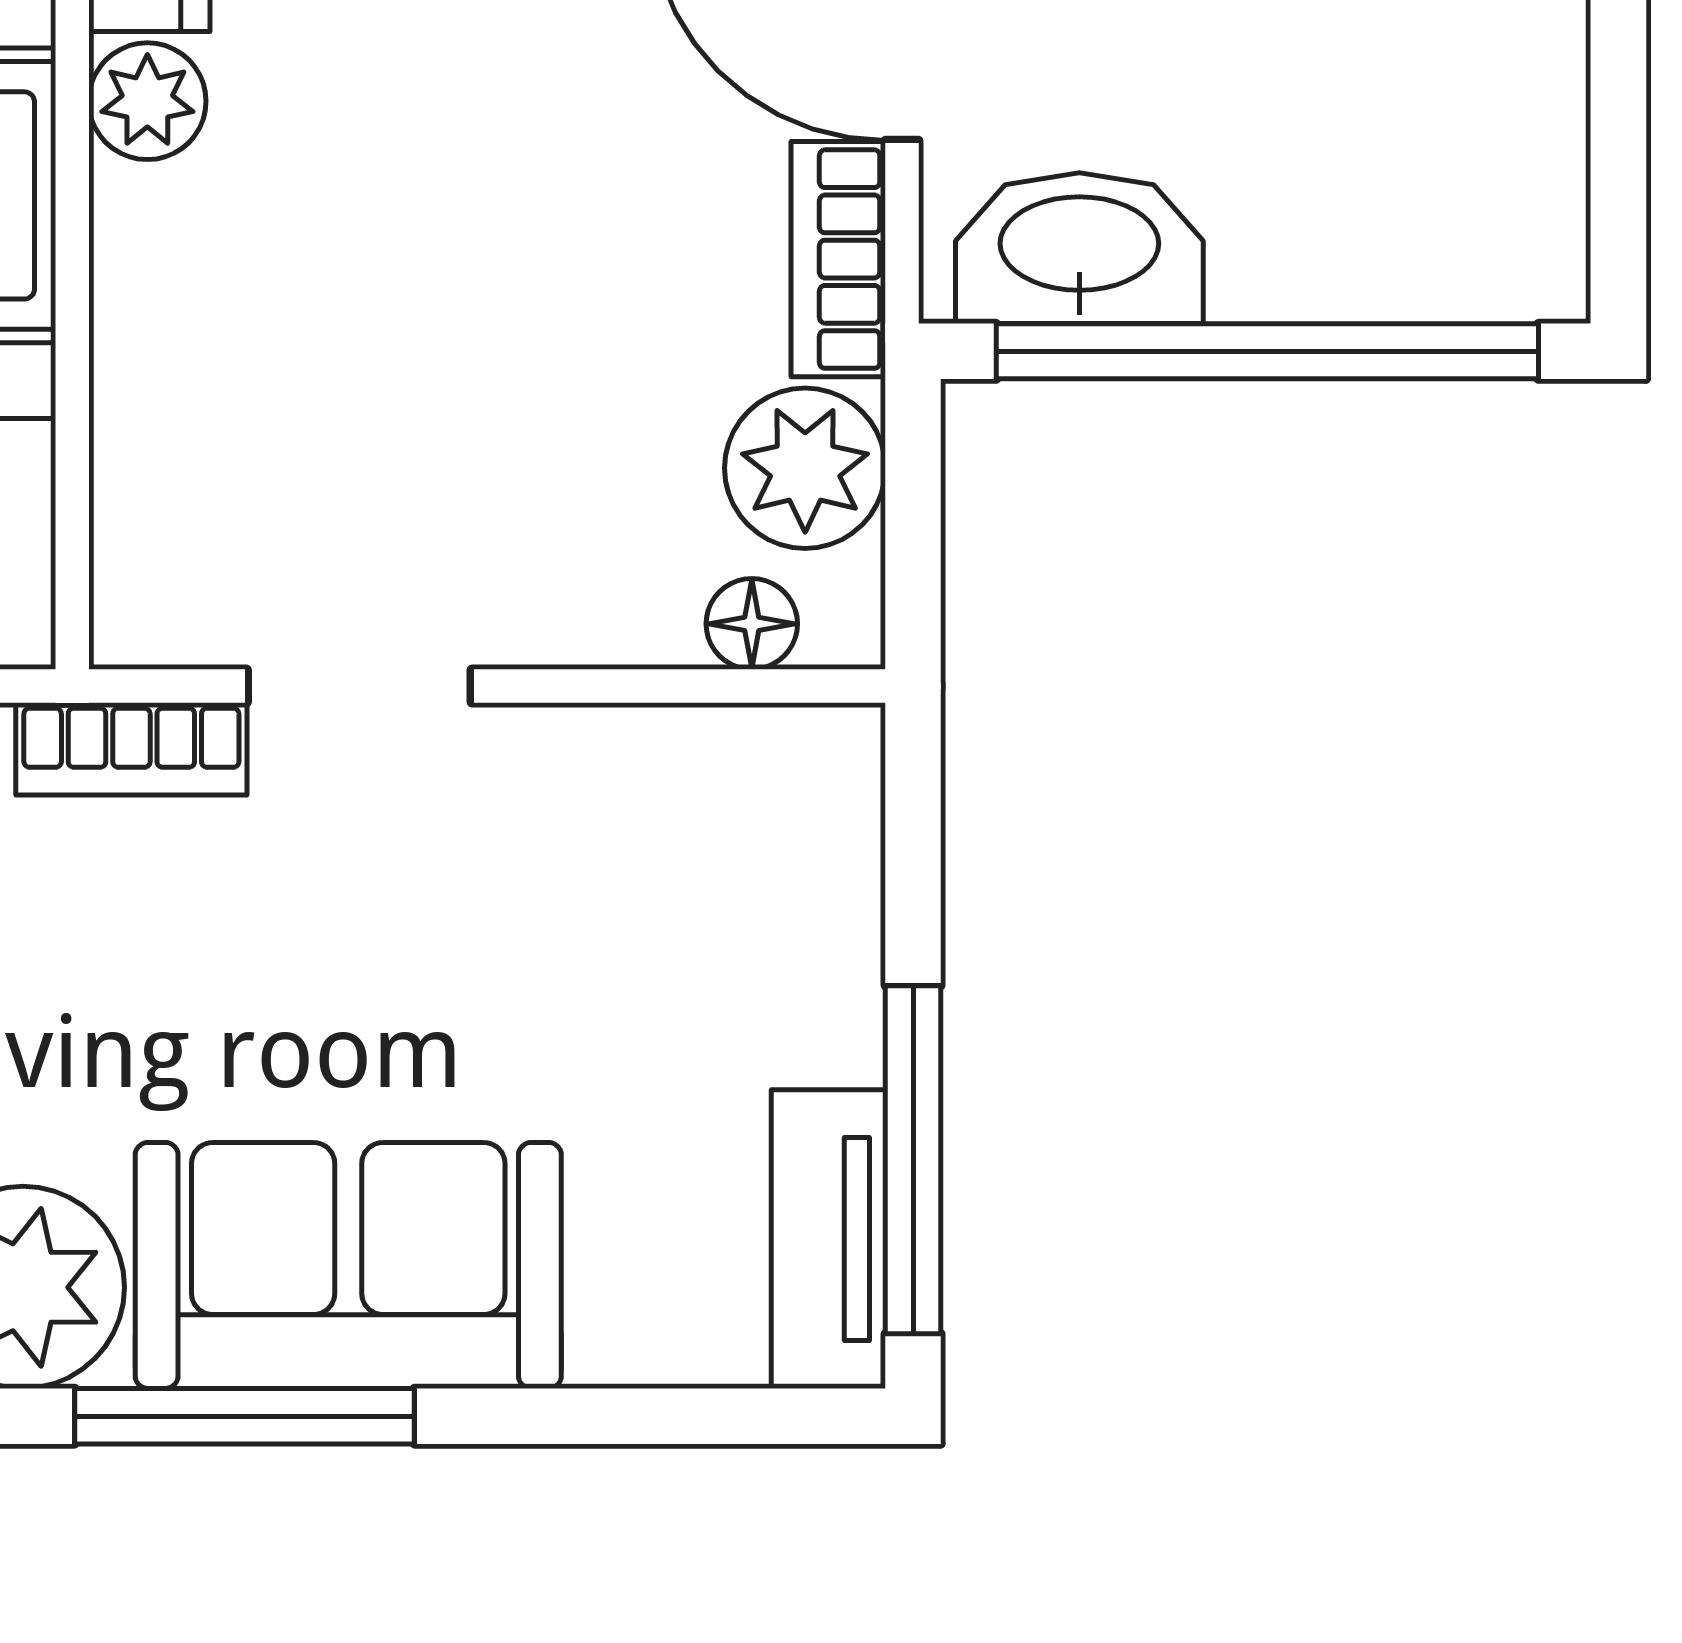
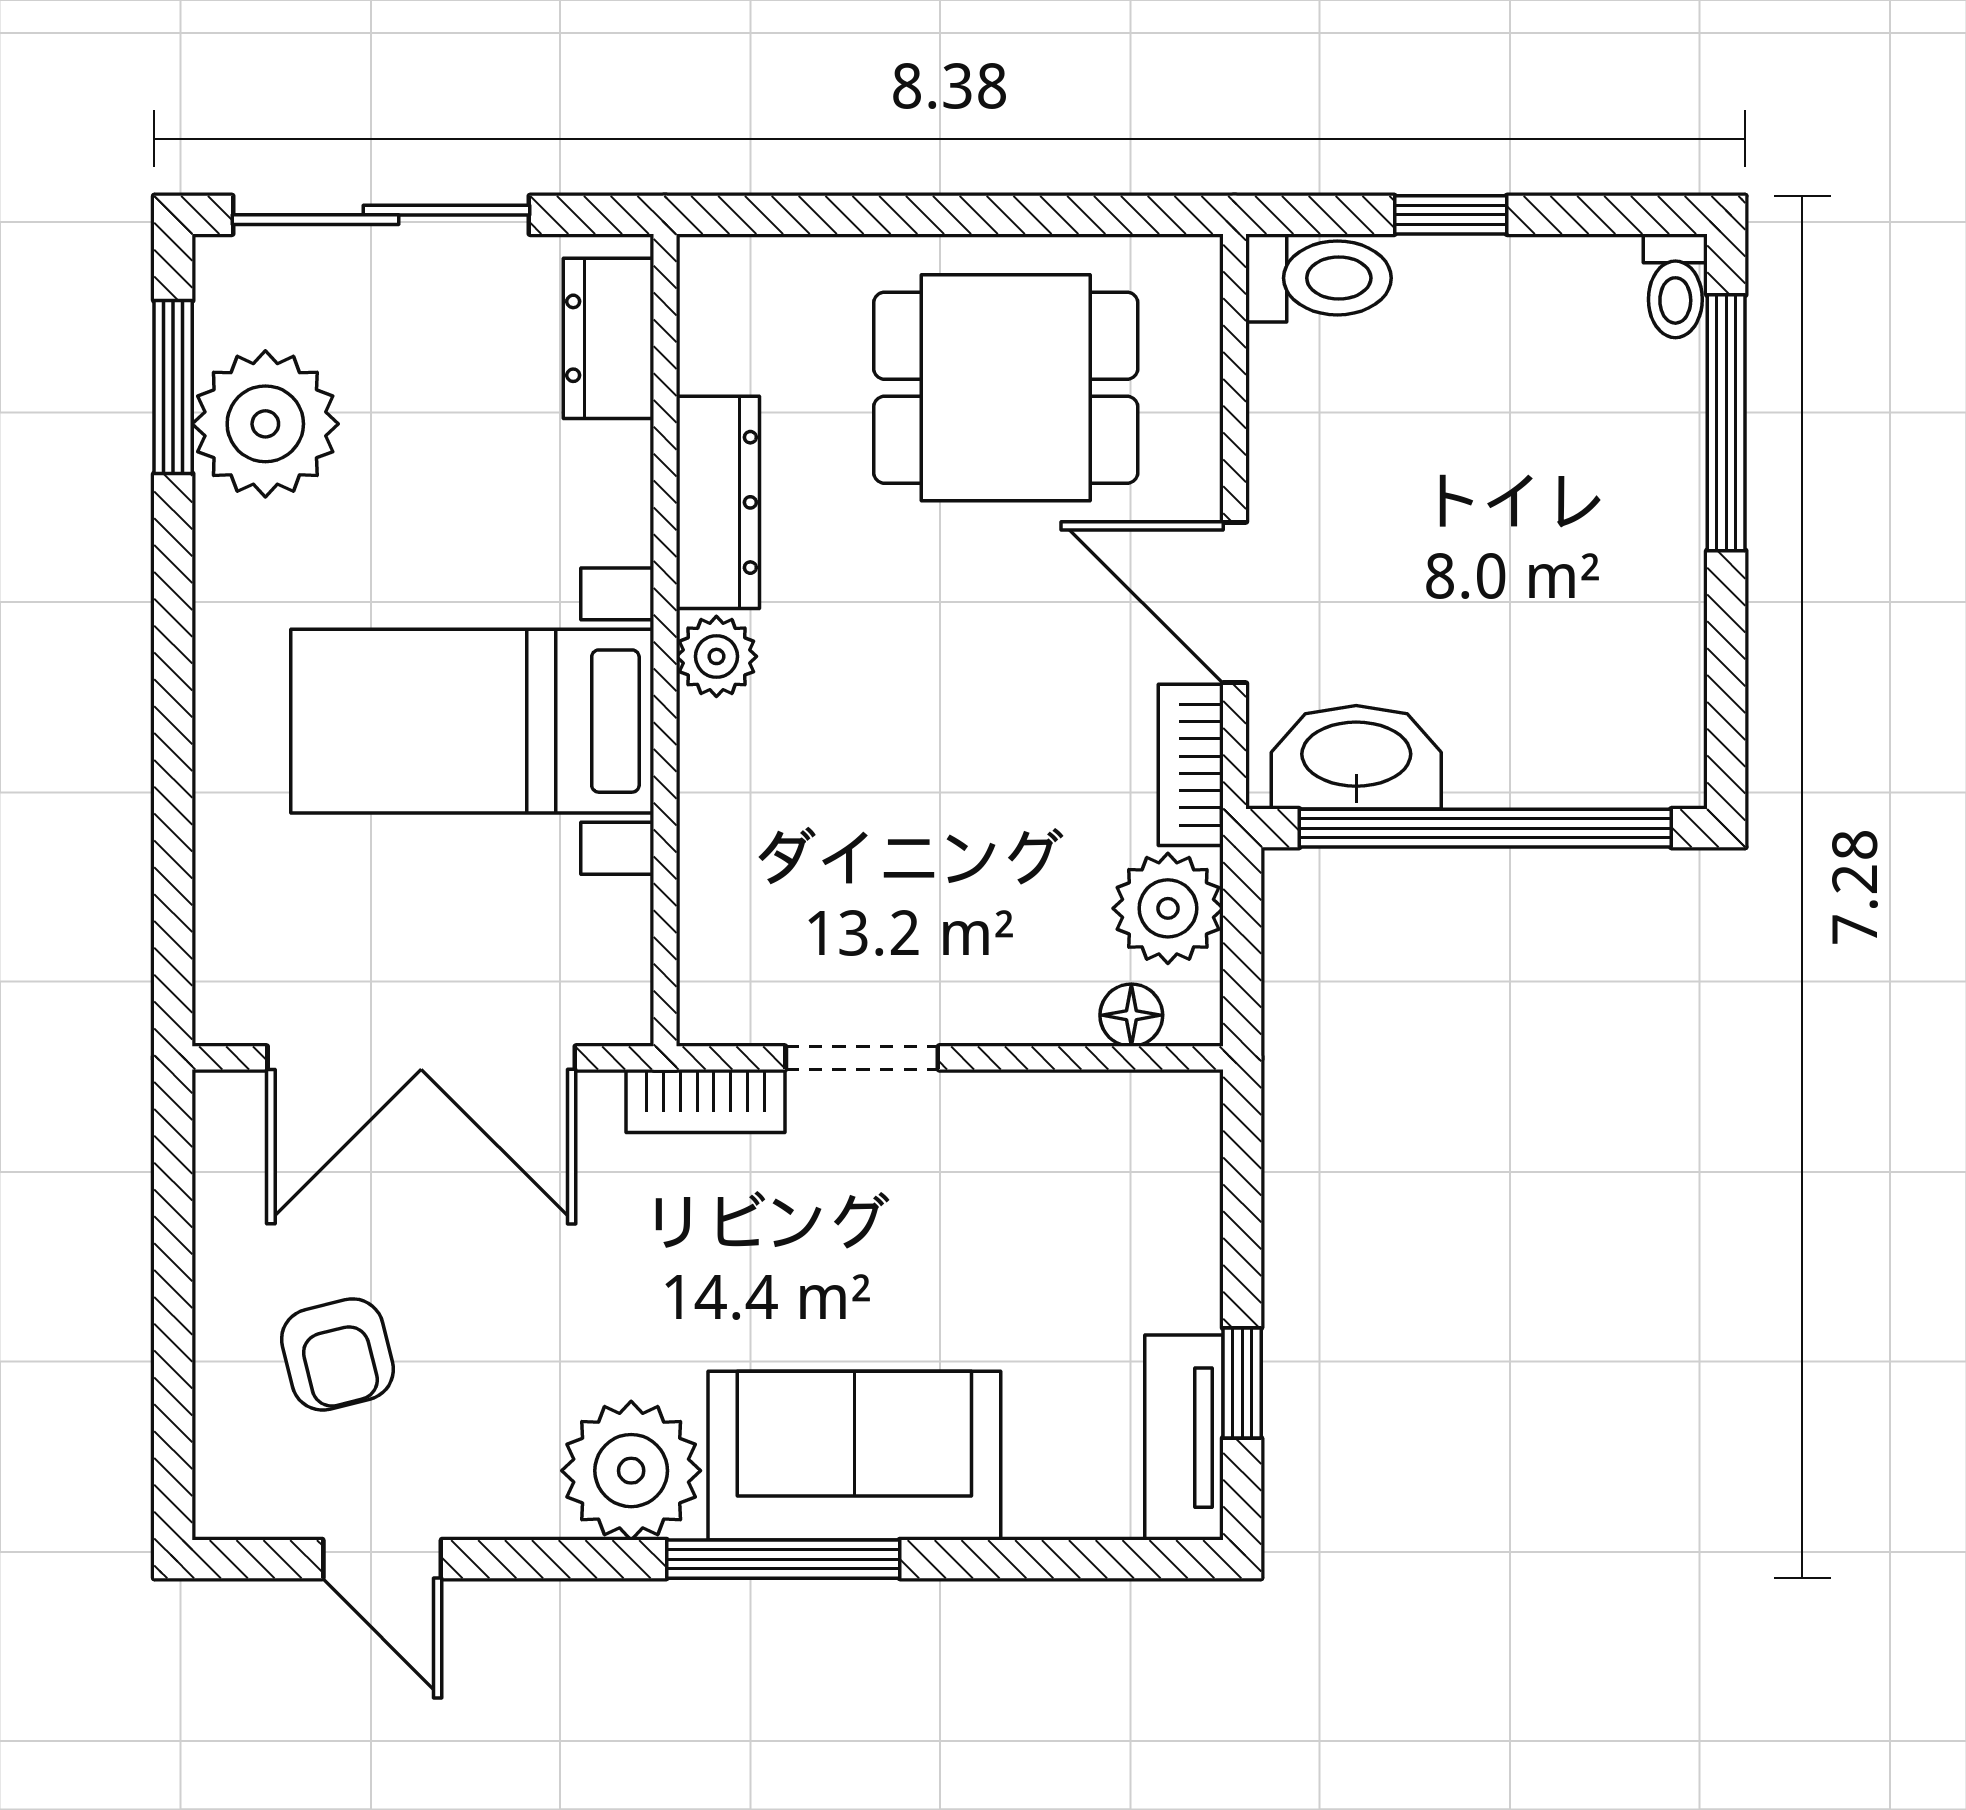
window: (913, 1160) -> (1242, 1383), width x0.46

